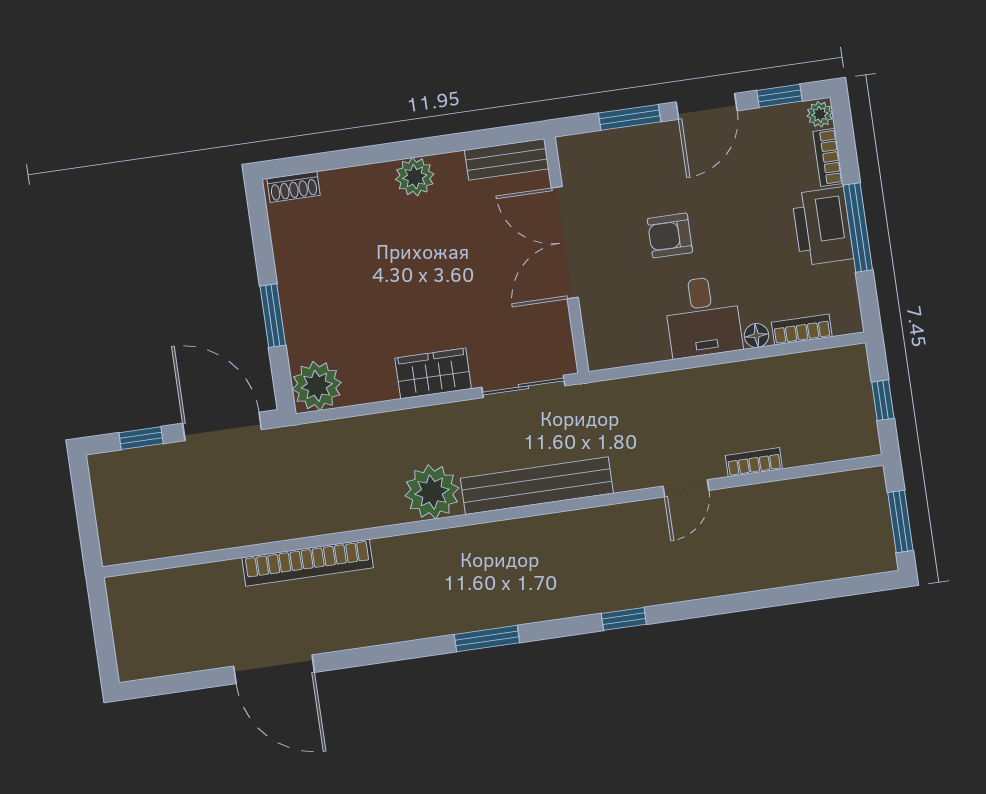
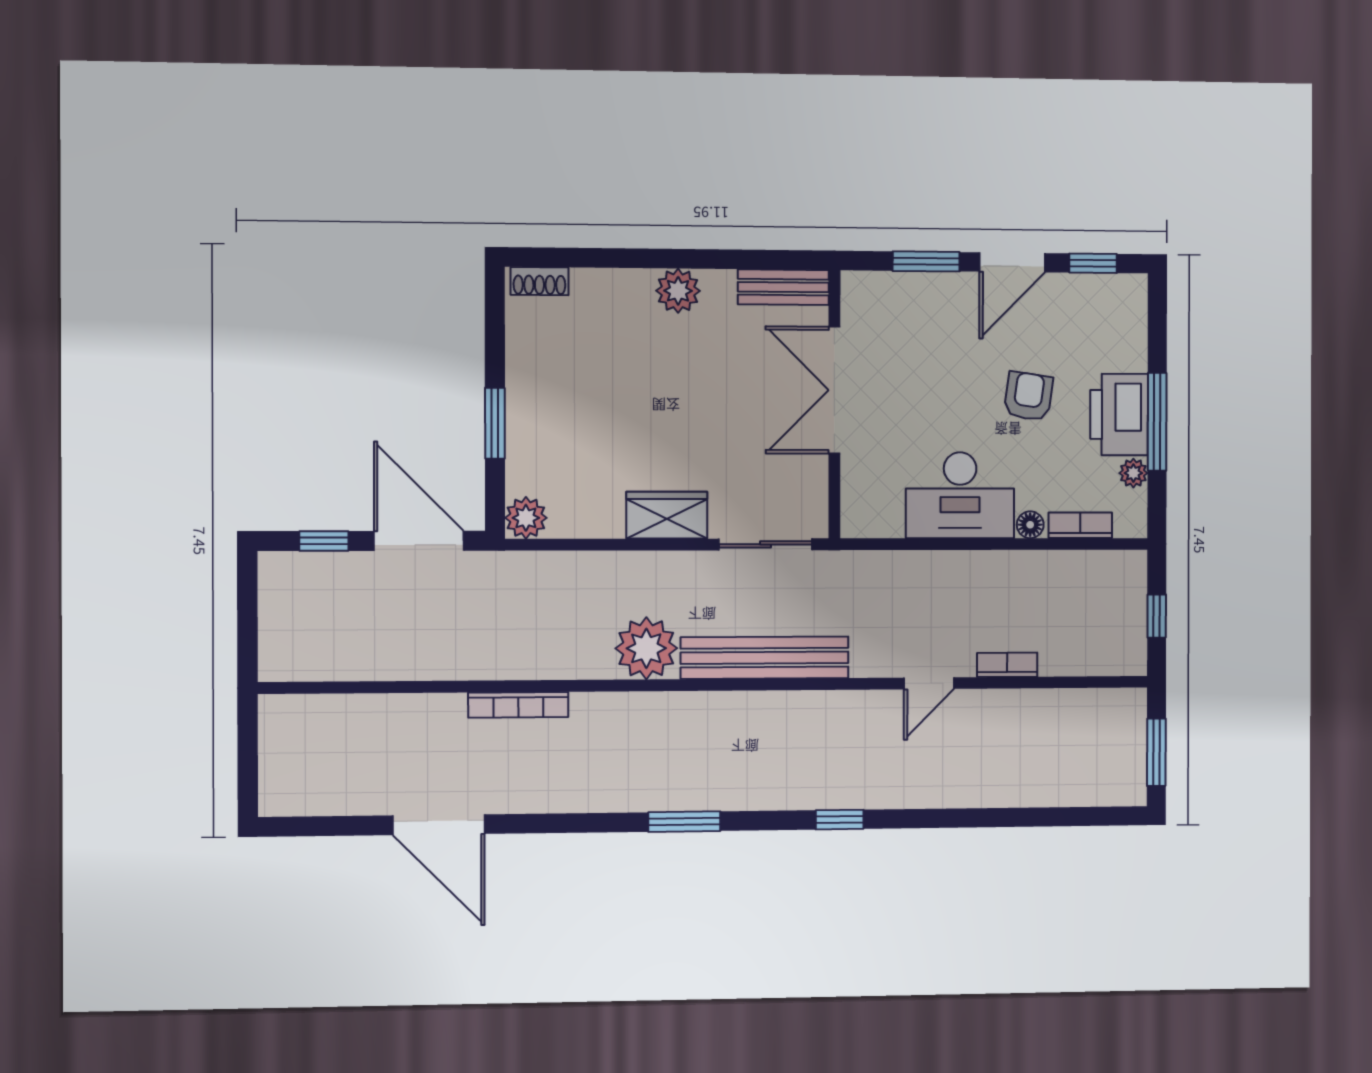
plant: (820, 114) -> (1133, 473), moved
bookcase: (828, 157) -> (1136, 339), removed
armchair: (670, 235) -> (1028, 396), moved, turned 98
desk: (703, 317) -> (960, 495), width x1.37
plant: (317, 386) -> (526, 518), width x0.73, depth x0.73
bookcase: (308, 563) -> (518, 705), width x0.68, depth x0.76

